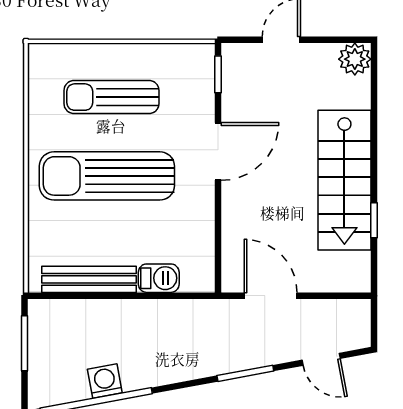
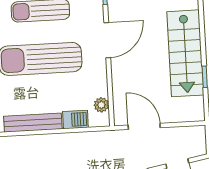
plant: (202, 257) -> (101, 105), added

